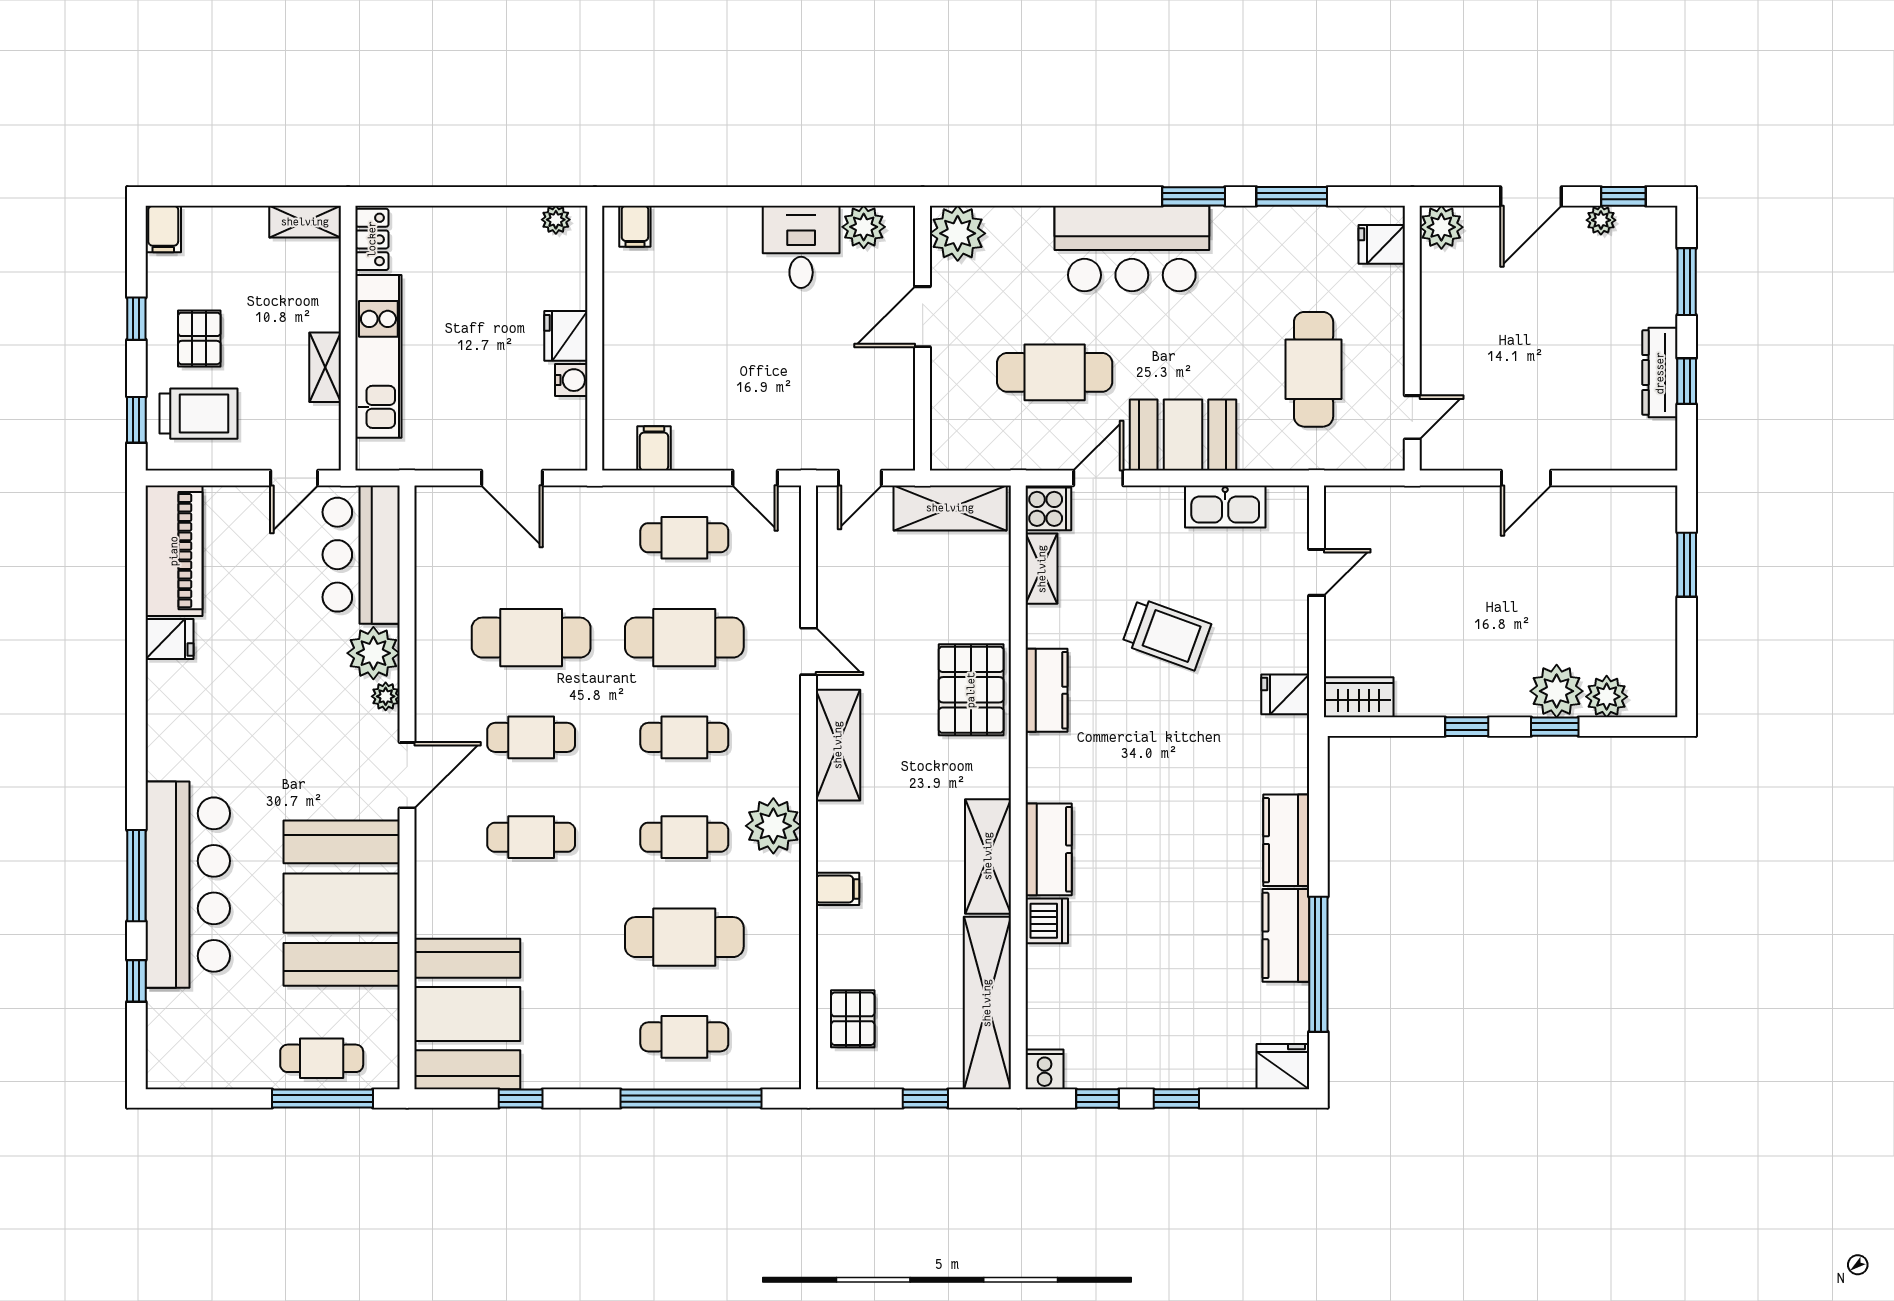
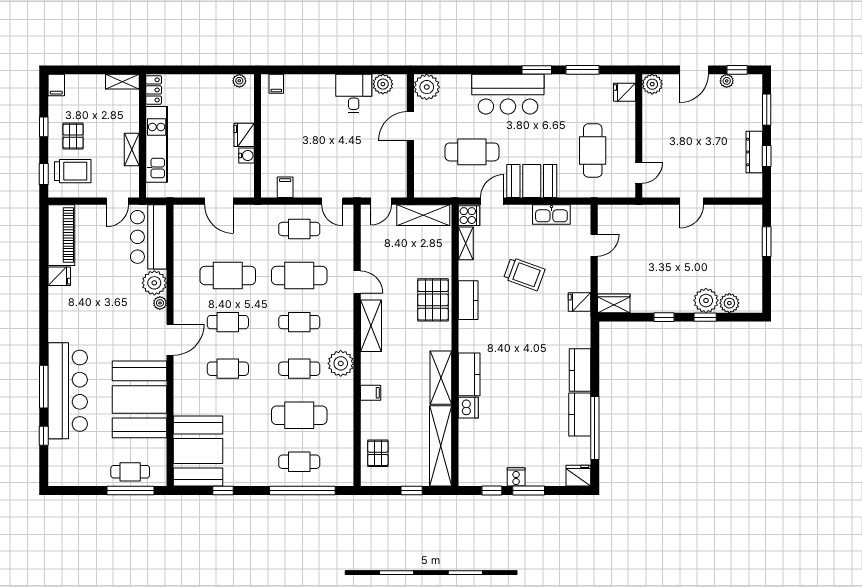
cooker: (1045, 1069) -> (516, 477), moved
window: (1176, 1098) -> (529, 490), width x1.50

